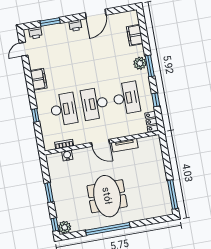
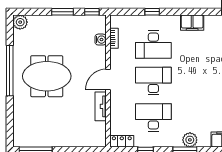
desk: (126, 98) -> (153, 117), turned 180
window: (55, 224) -> (92, 12), moved

